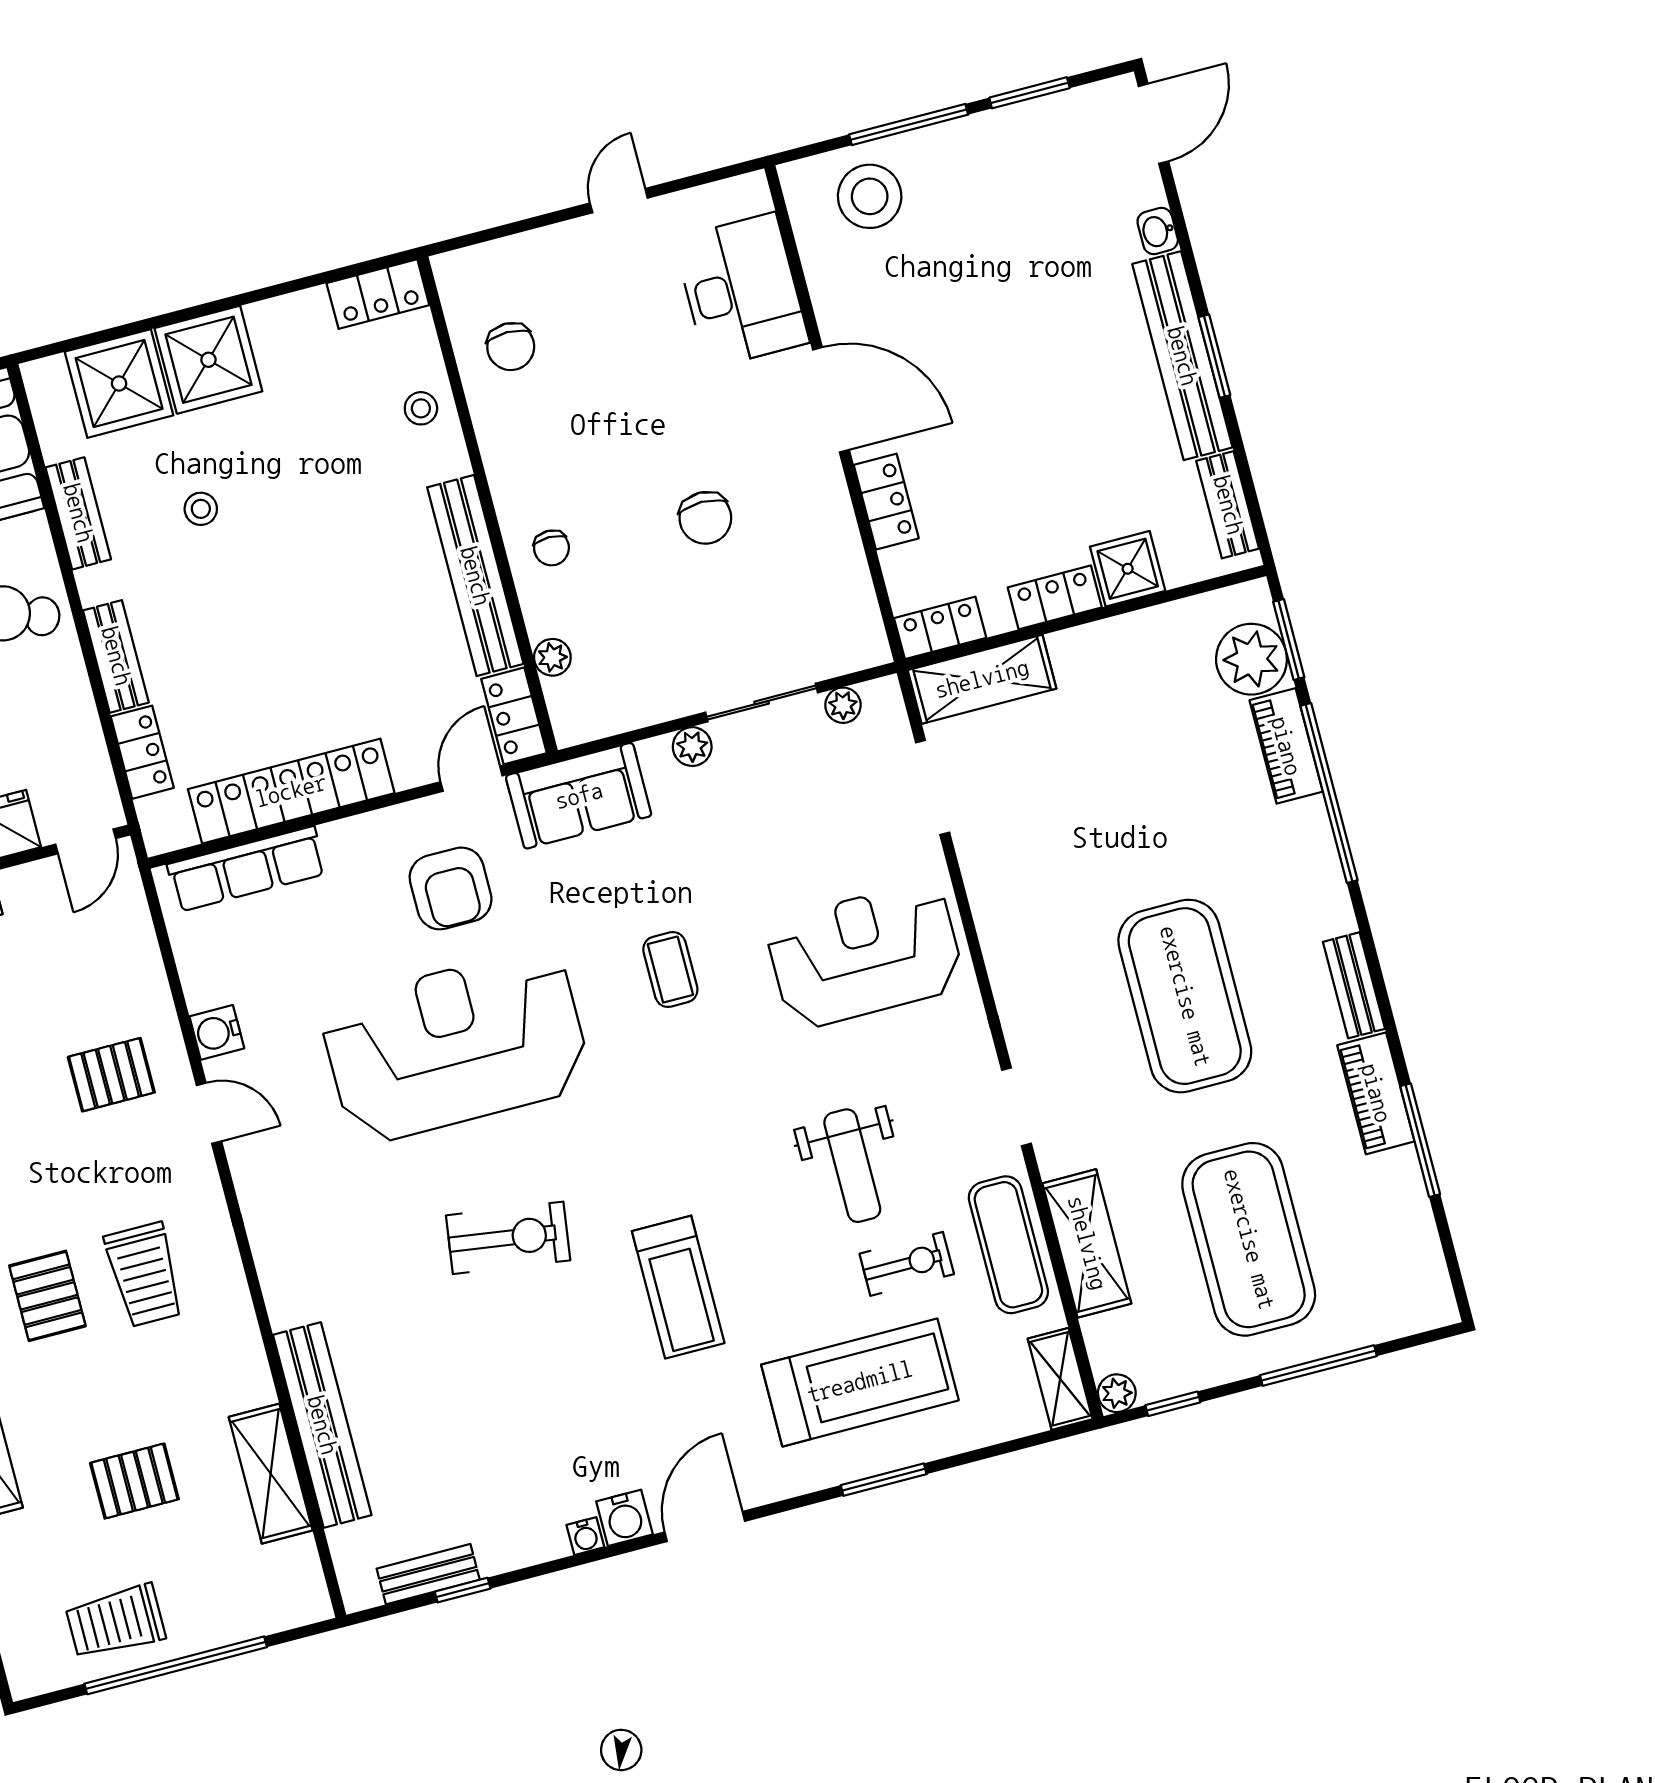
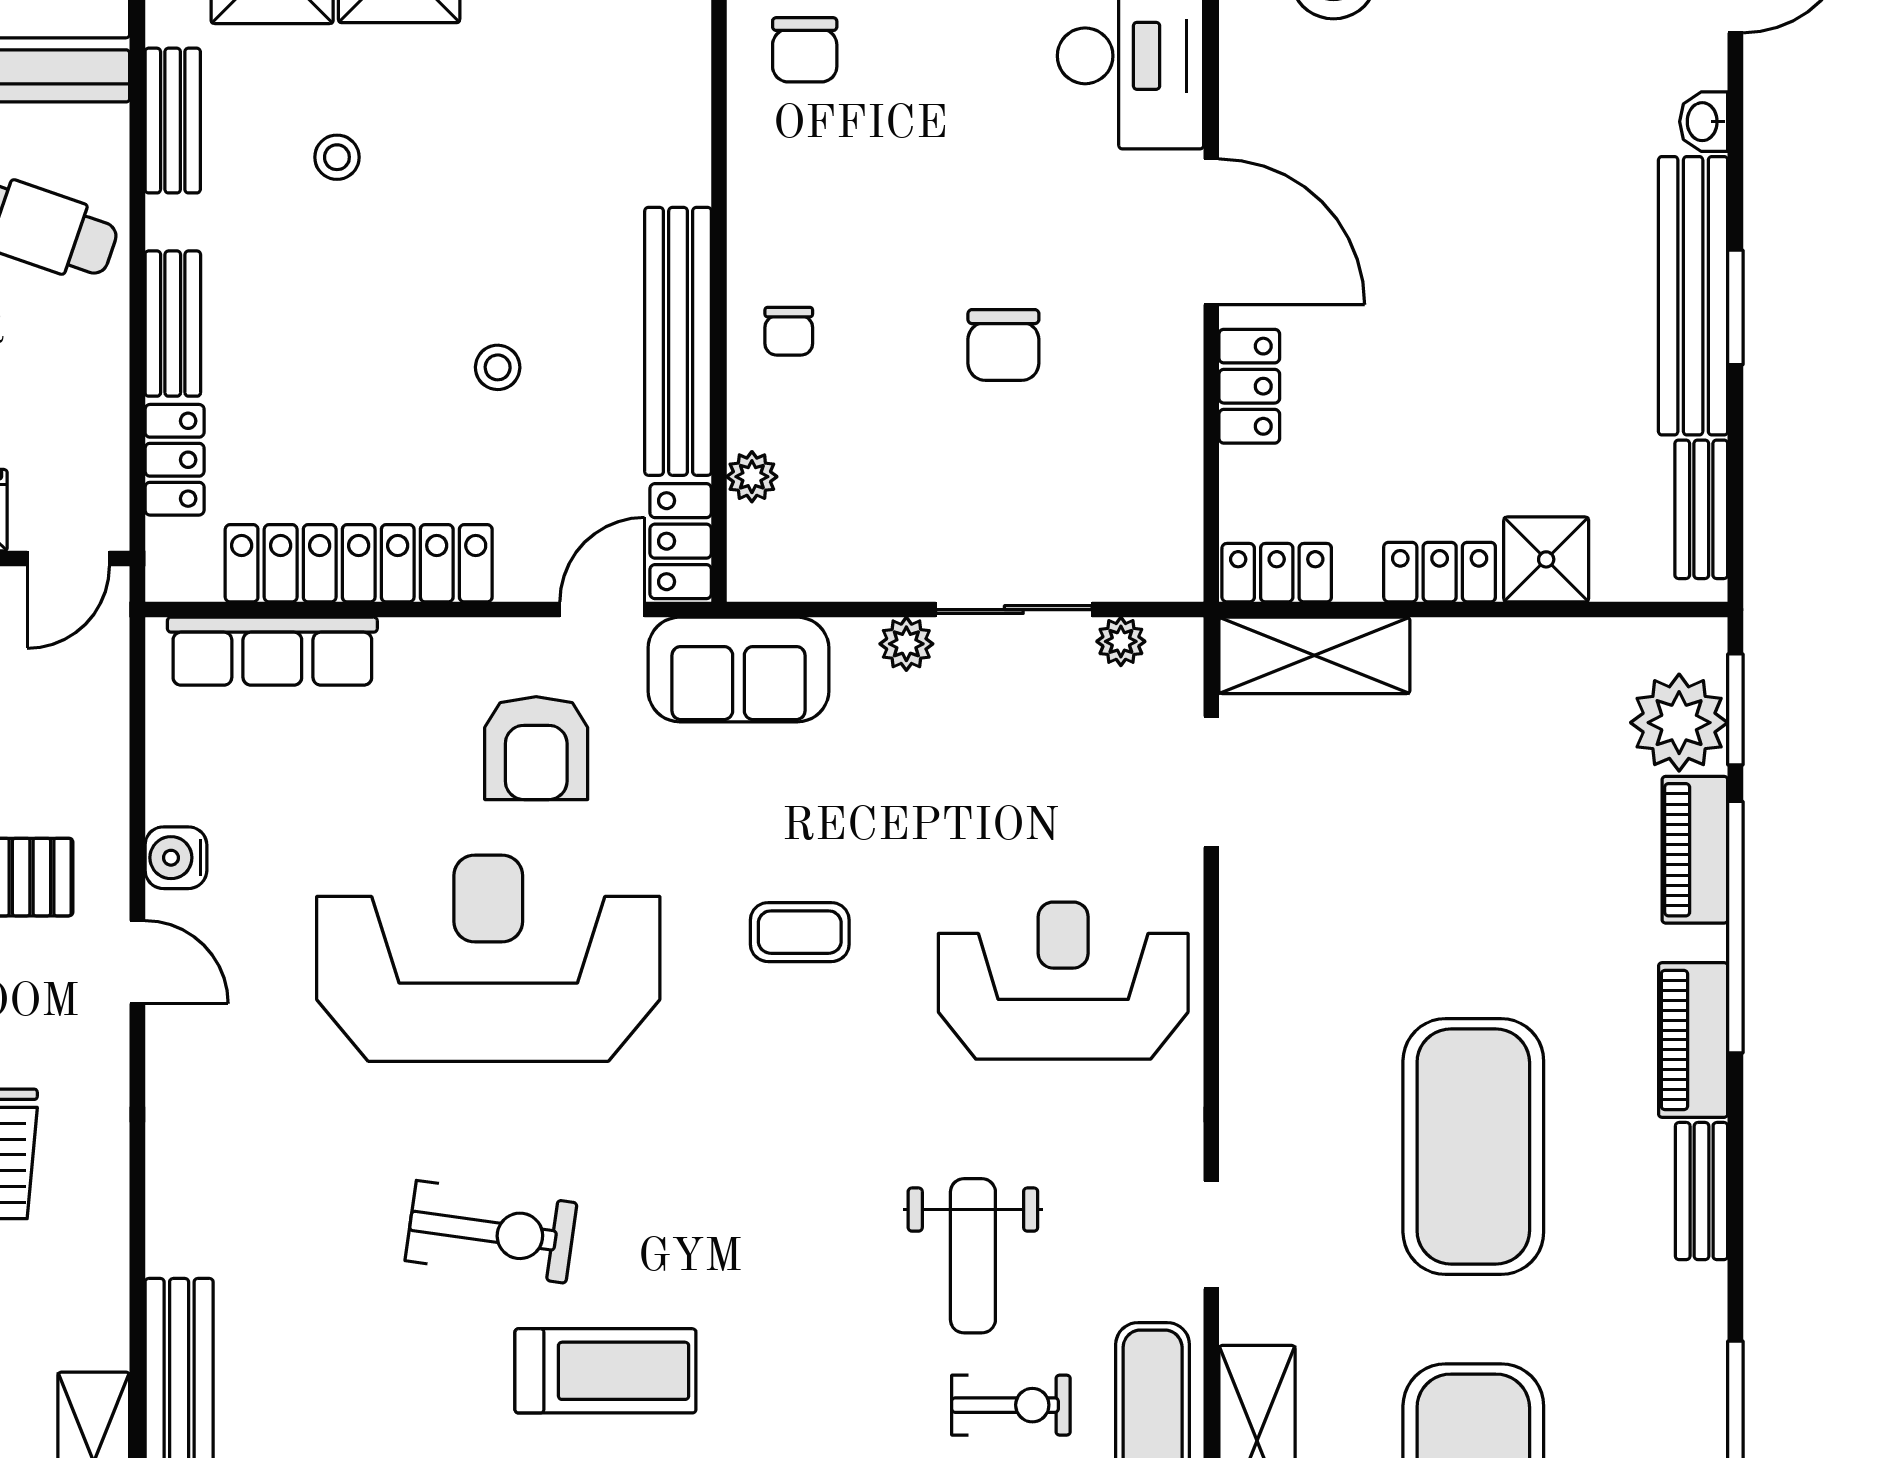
stool: (421, 408) -> (498, 367), moved
coffee table: (670, 970) -> (800, 932), turned 90
piano: (1376, 1093) -> (1693, 1040), moved
treadmill: (678, 1287) -> (605, 1371), moved, turned -90

